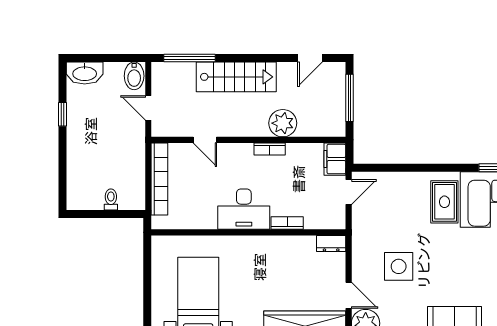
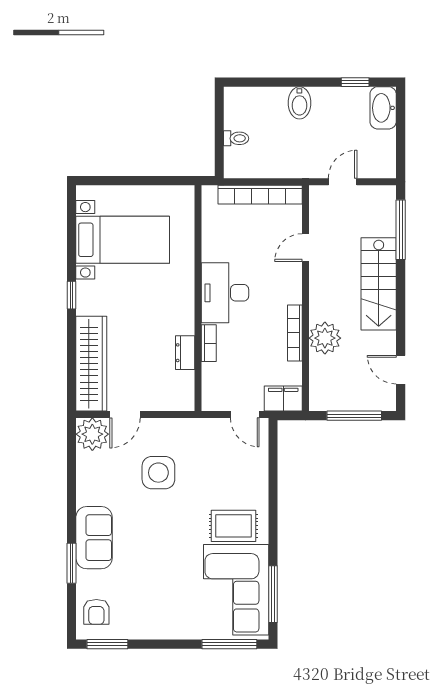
bidet: (134, 76) -> (299, 103), moved, turned -90
window: (62, 114) -> (355, 82), moved
bookcase: (270, 149) -> (295, 333), width x1.56
dresser: (331, 243) -> (185, 353), moved

